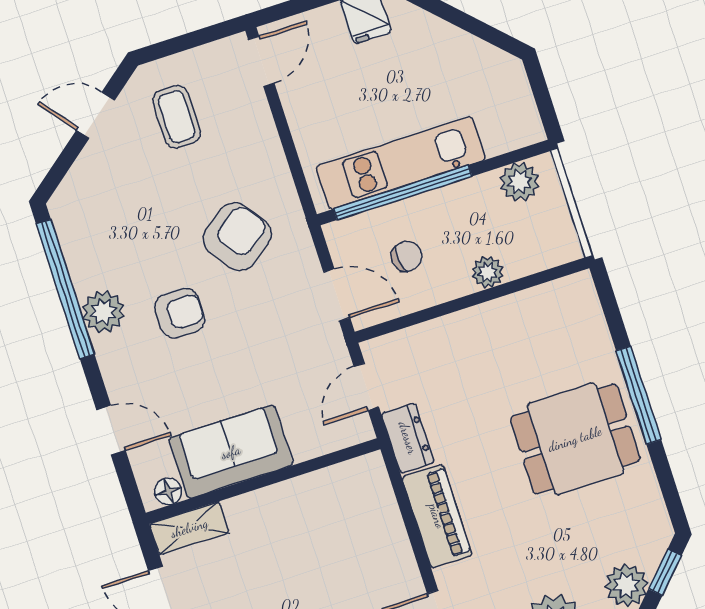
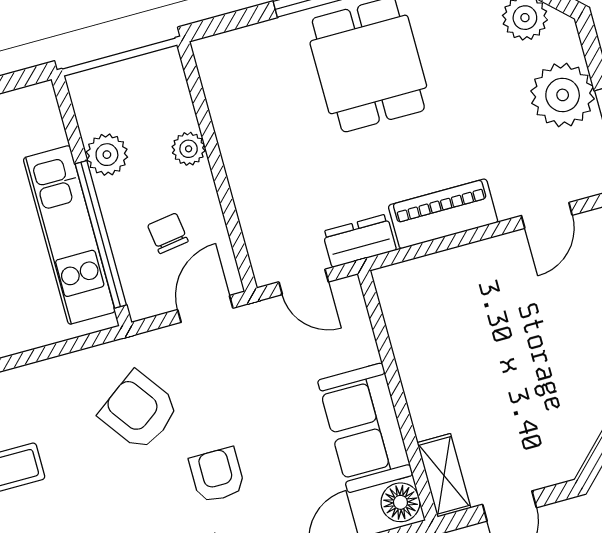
plant: (520, 182) -> (107, 155), moved
floor lamp: (168, 491) -> (400, 502), width x1.37, depth x1.37

